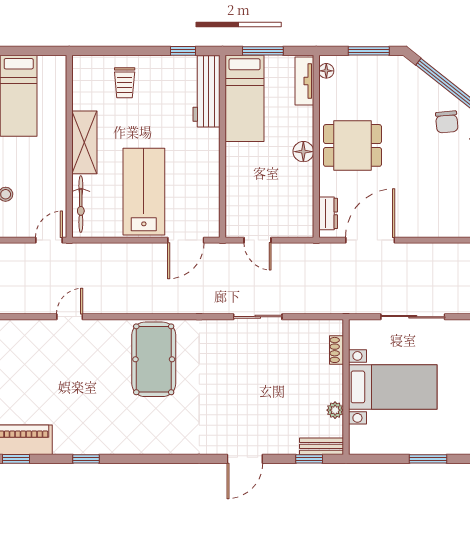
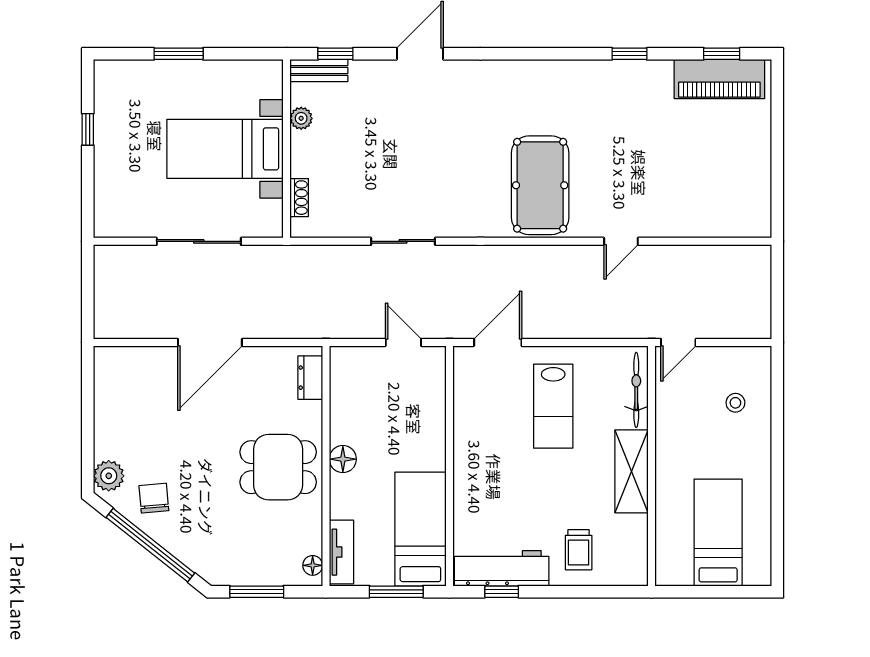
trolley: (125, 83) -> (579, 550), turned 180
workbench: (207, 91) -> (502, 568), moved, turned -90
lab bench: (144, 192) -> (553, 406), width x0.73, depth x0.72
door: (370, 240) -> (210, 342), moved
door: (70, 317) -> (621, 241), moved

